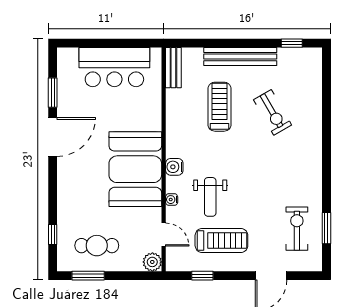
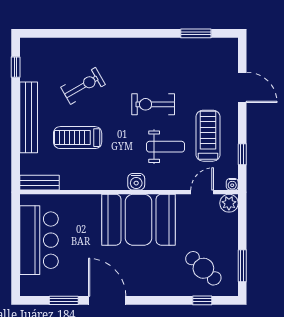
water cooler: (172, 200) -> (232, 184), moved
exercise bike: (297, 229) -> (153, 104), moved
cafe table: (97, 246) -> (203, 268), moved, turned -47

